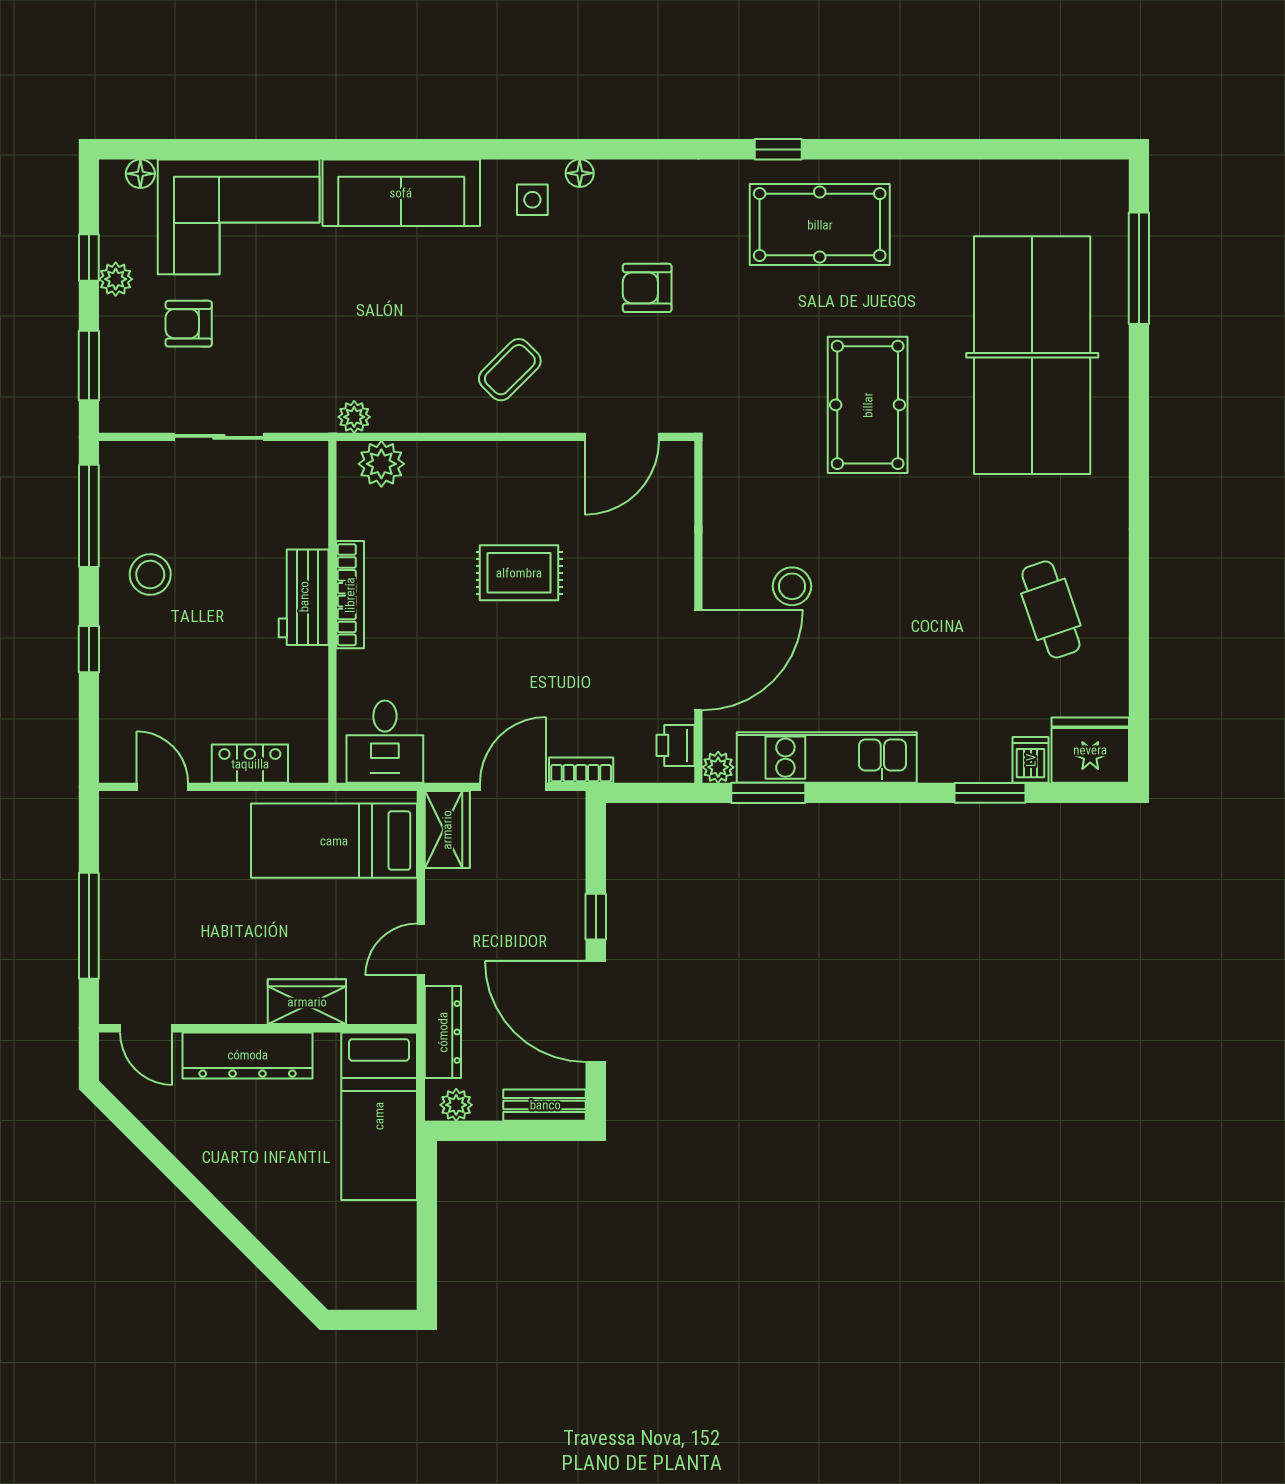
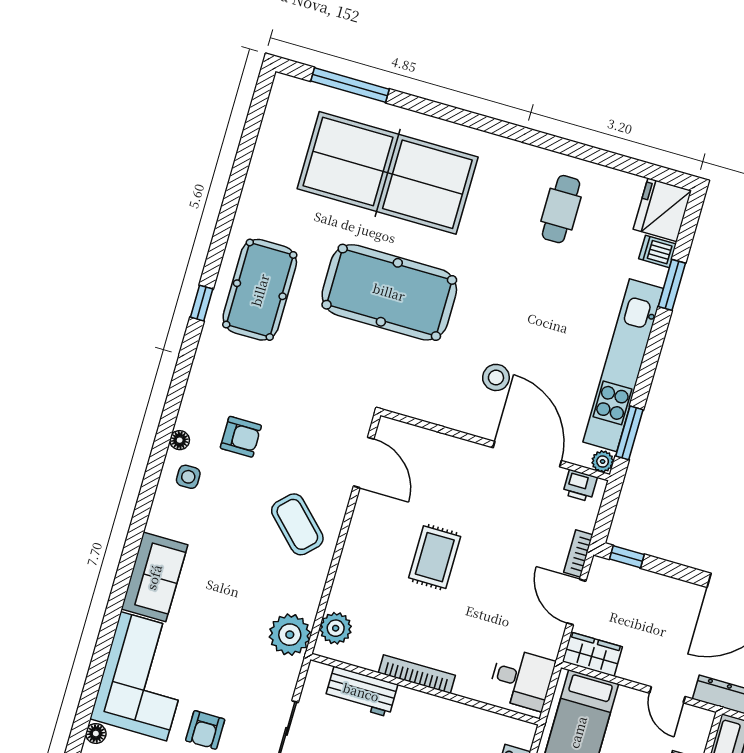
sofa: (401, 193) -> (154, 577), width x0.73
armchair: (647, 288) -> (241, 437), moved, turned -90
coffee table: (510, 370) -> (297, 524), width x1.36, depth x1.30
pool table: (868, 405) -> (389, 292), width x1.36, depth x1.32
plant: (354, 417) -> (290, 635), width x1.87, depth x1.87
workbench: (304, 597) -> (361, 692), moved
cafe table: (1051, 609) -> (561, 209), turned -71
kitchen unit: (827, 758) -> (623, 365), width x1.36
window: (596, 917) -> (627, 557), moved

